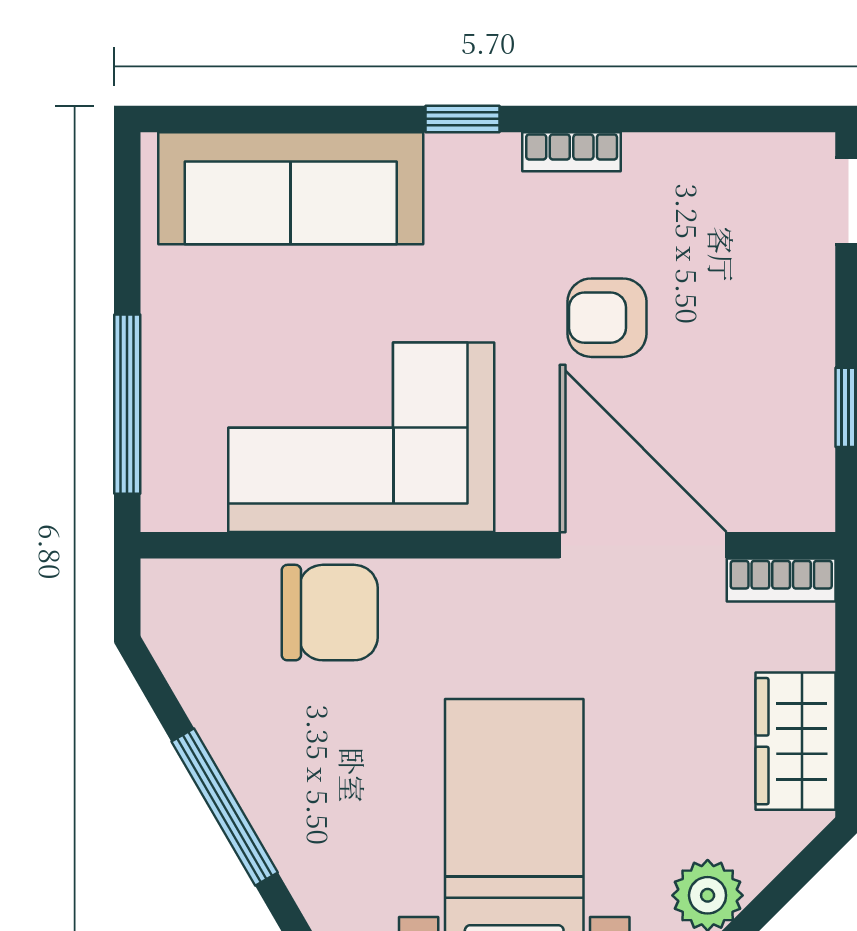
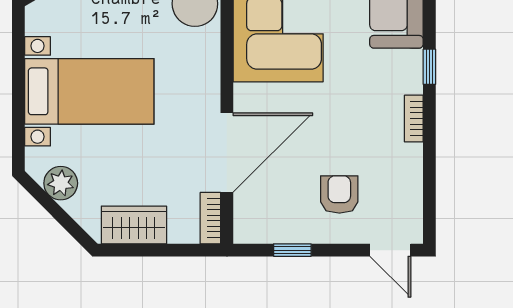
armchair: (607, 318) -> (339, 194), moved

